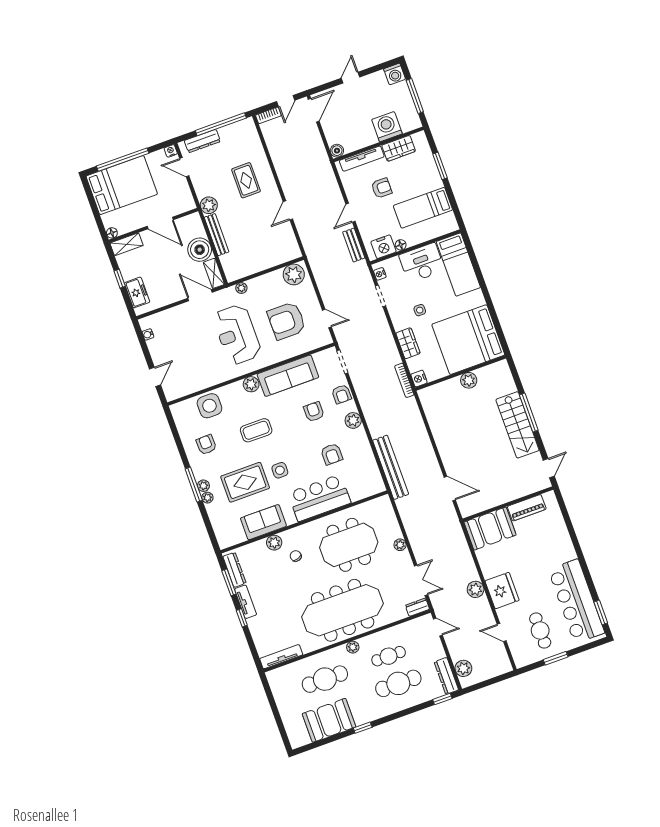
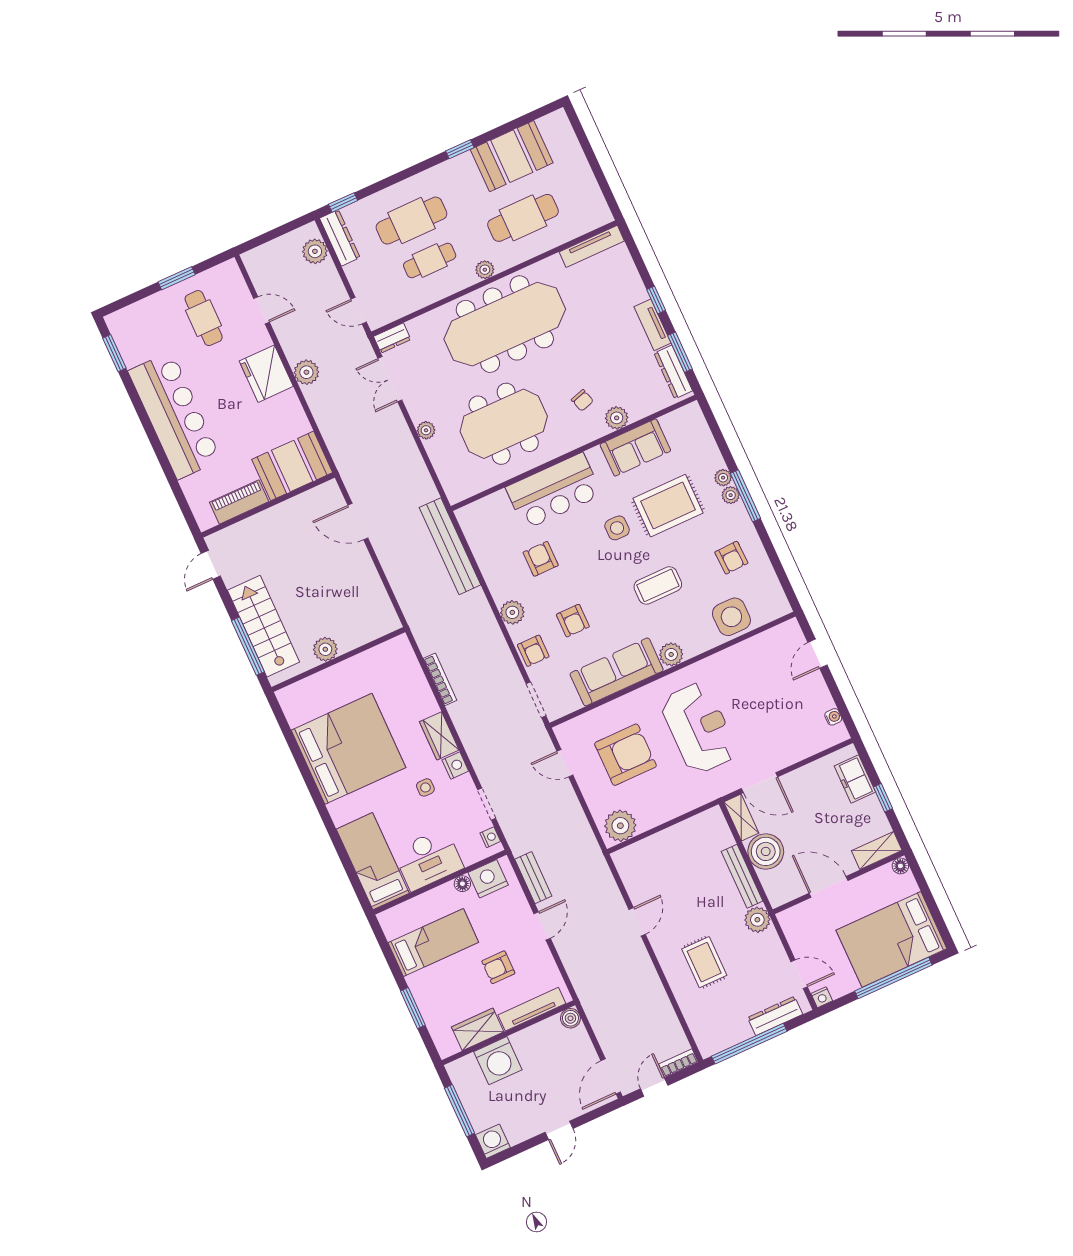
plant: (241, 288) -> (698, 799), removed
wall: (461, 373) -> (338, 660), moved
nightstand: (419, 379) -> (455, 765), moved
plant: (469, 380) -> (325, 649), moved
armchair: (342, 394) -> (533, 651), turned 180
bar counter: (576, 601) -> (175, 415), moved

